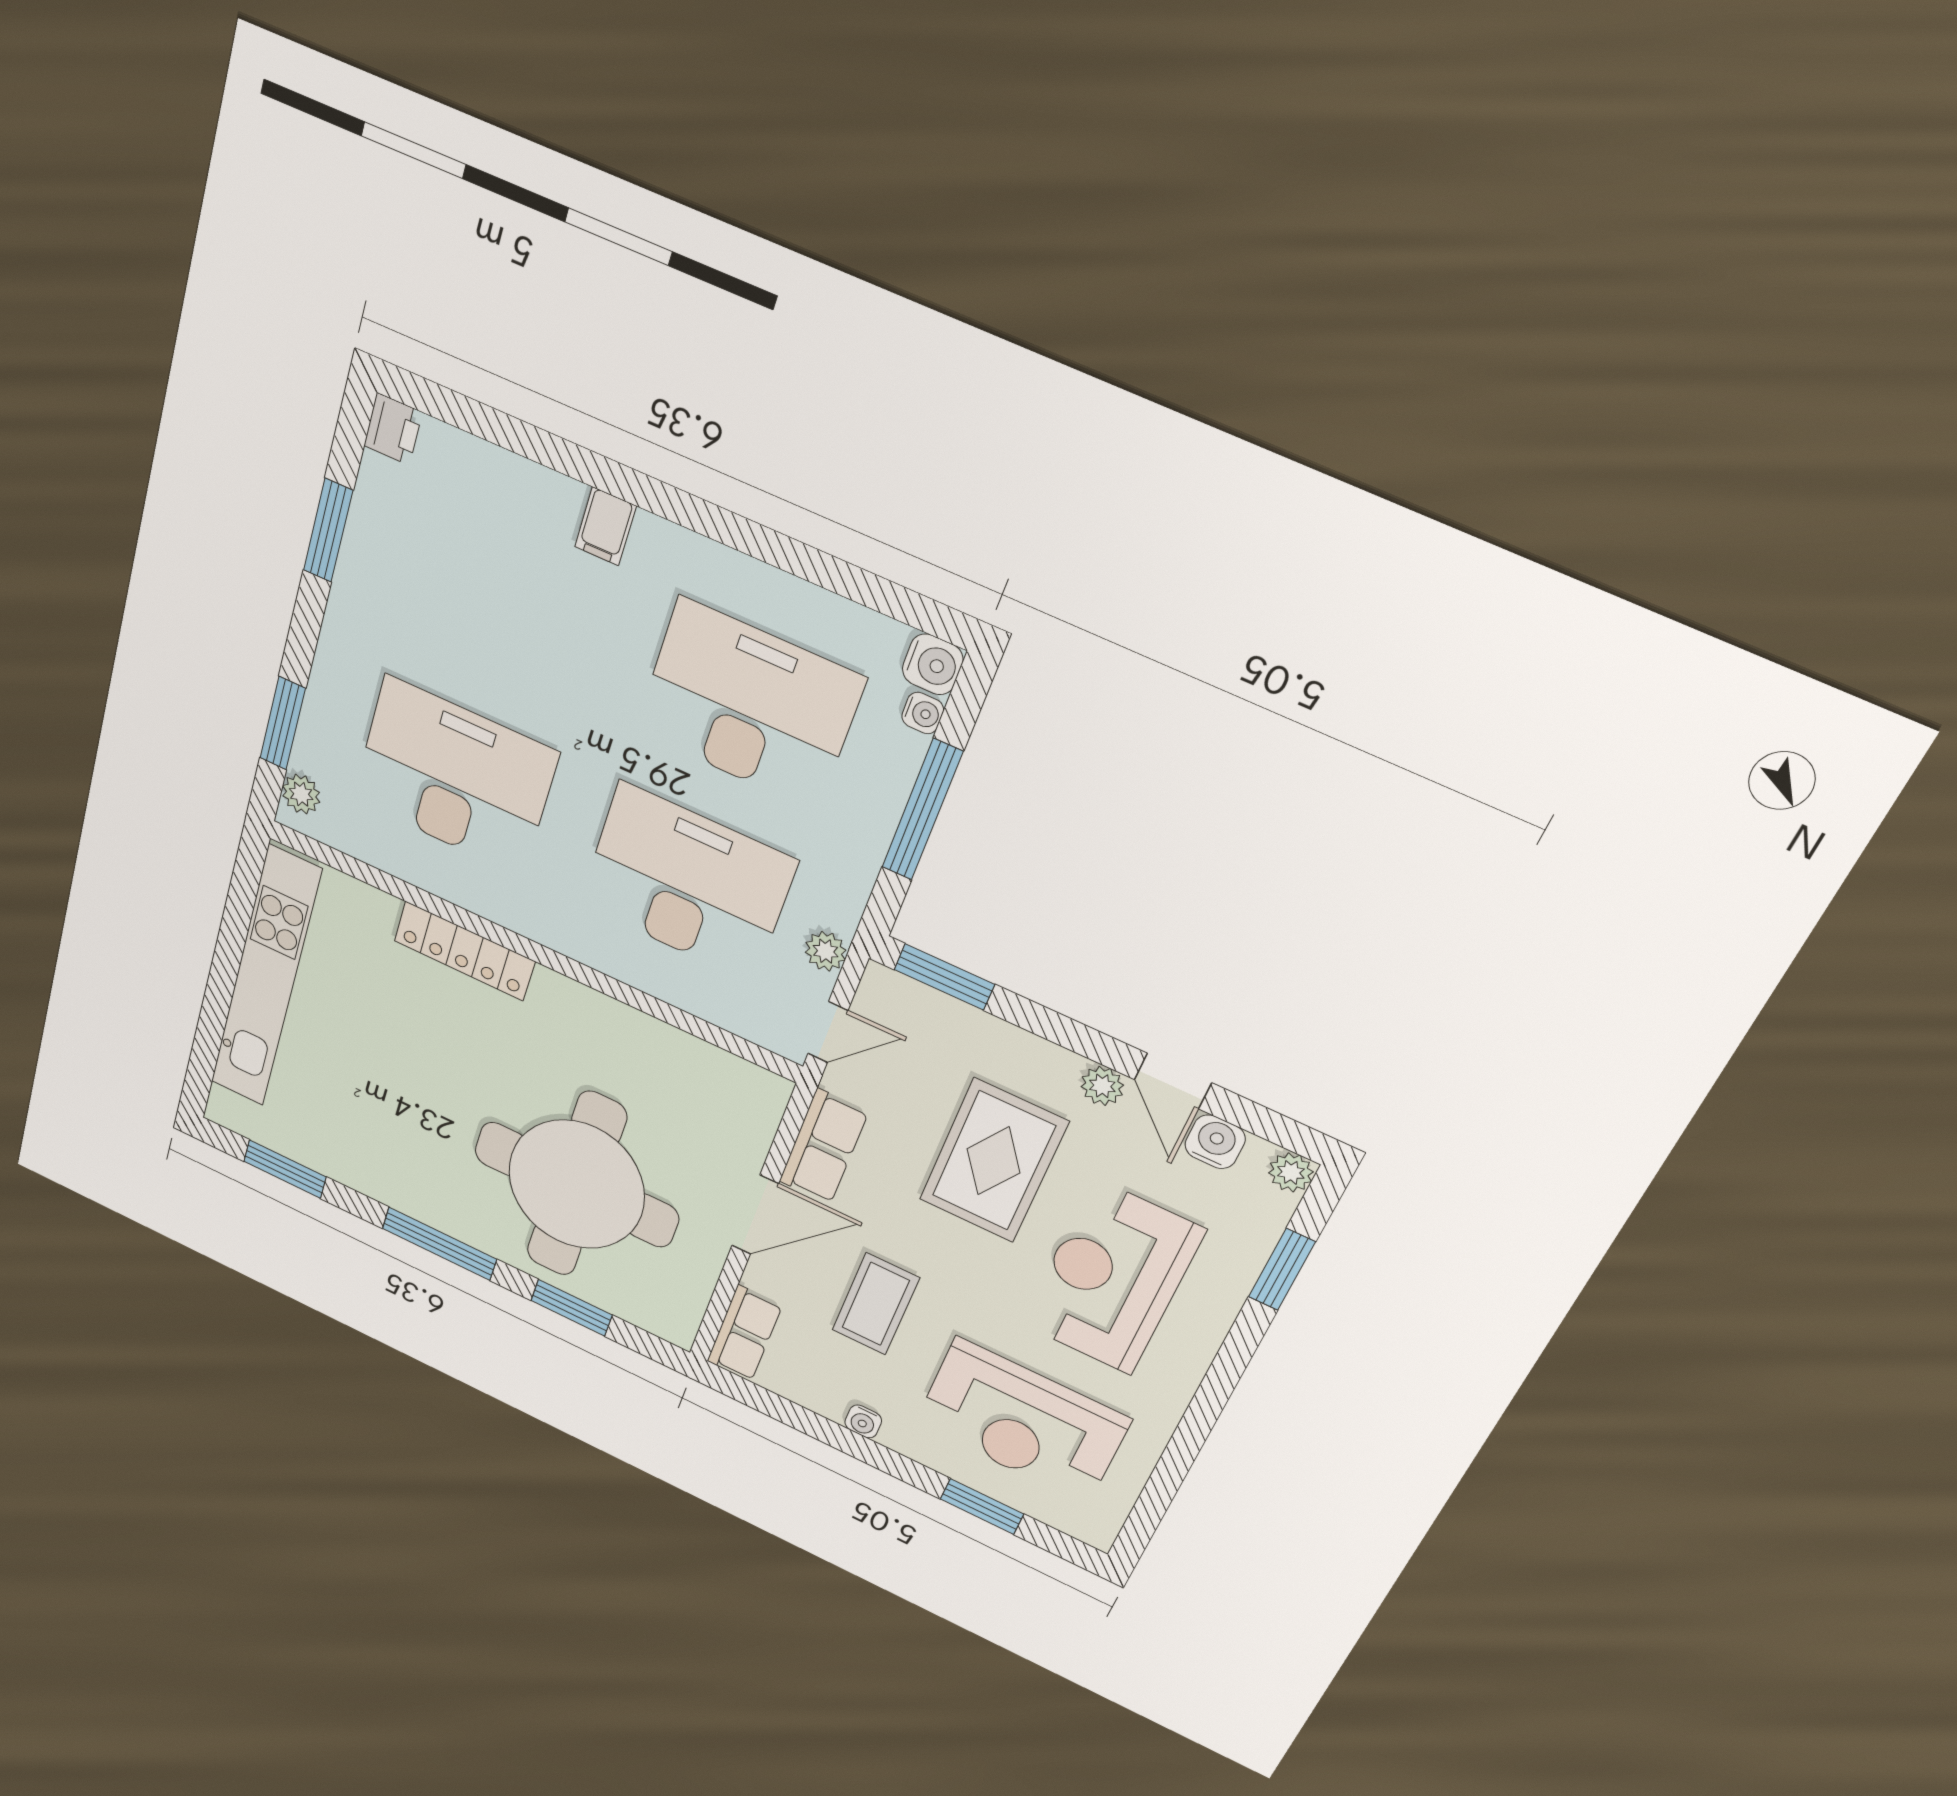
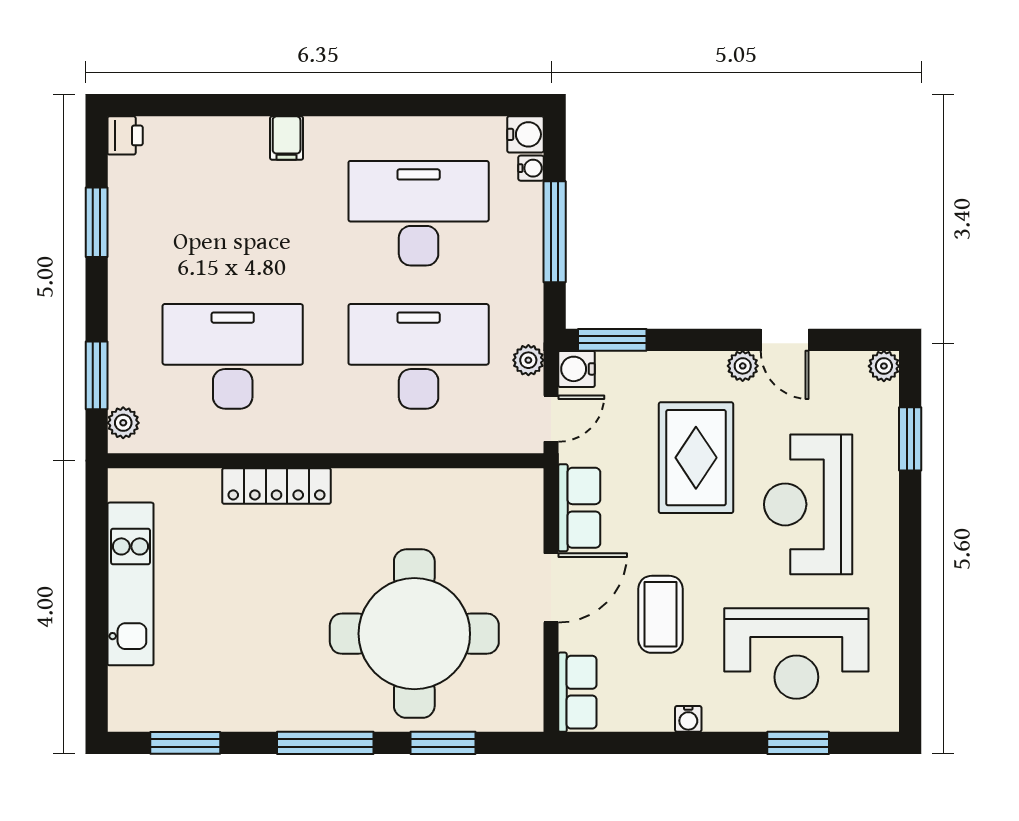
kitchen unit: (265, 978) -> (131, 584), width x0.73
water cooler: (1215, 1142) -> (577, 369), moved, turned -90

